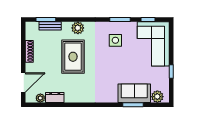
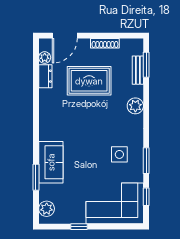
rug: (73, 57) -> (89, 81), moved
door: (23, 82) -> (65, 36), hinge flipped
sofa: (134, 93) -> (51, 162), moved

